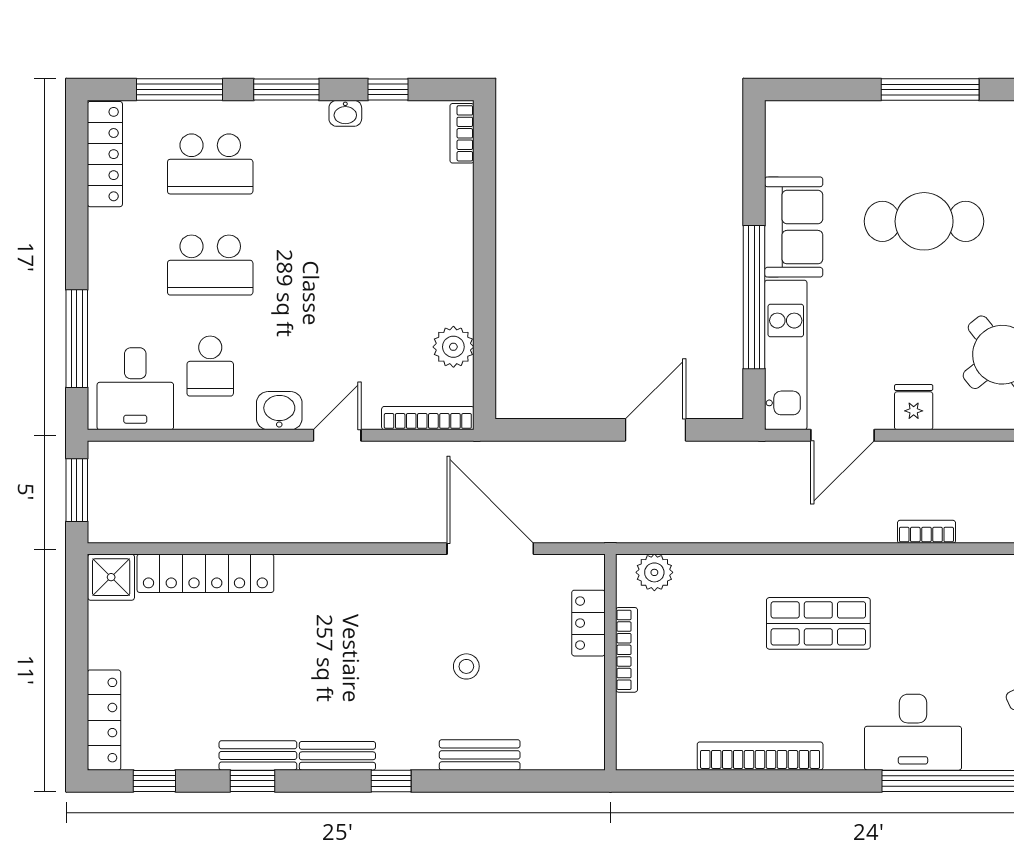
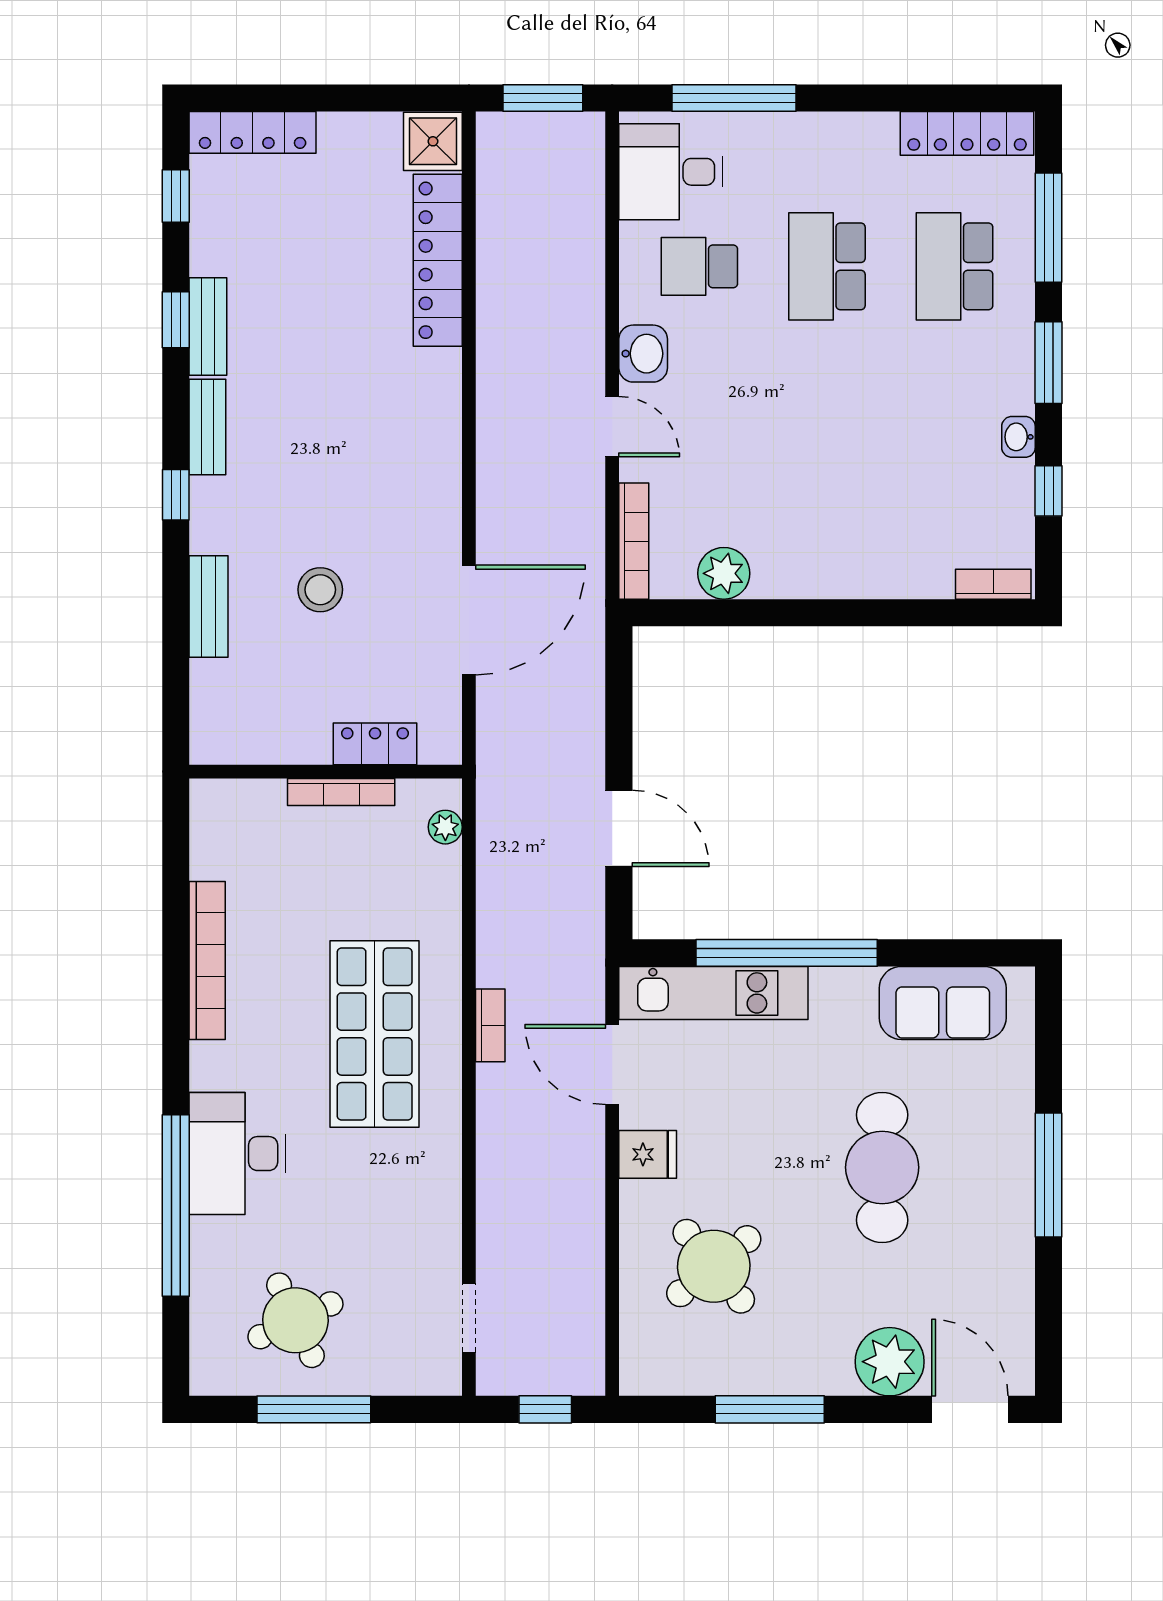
sofa: (794, 227) -> (943, 1003), moved
bookcase: (926, 532) -> (490, 1025), moved
plant: (654, 572) -> (445, 827), width x0.73, depth x0.73
shop shelf: (818, 623) -> (375, 1034), width x1.43, depth x1.36
stool: (466, 666) -> (320, 590), width x1.37, depth x1.37

